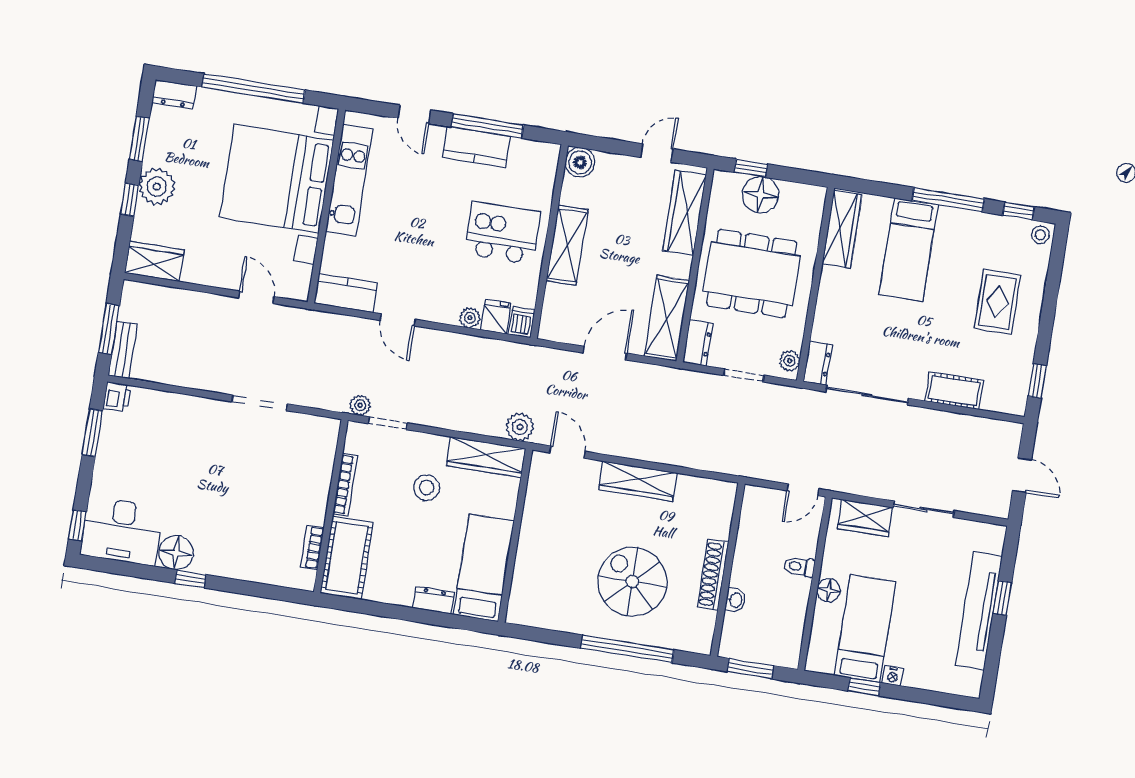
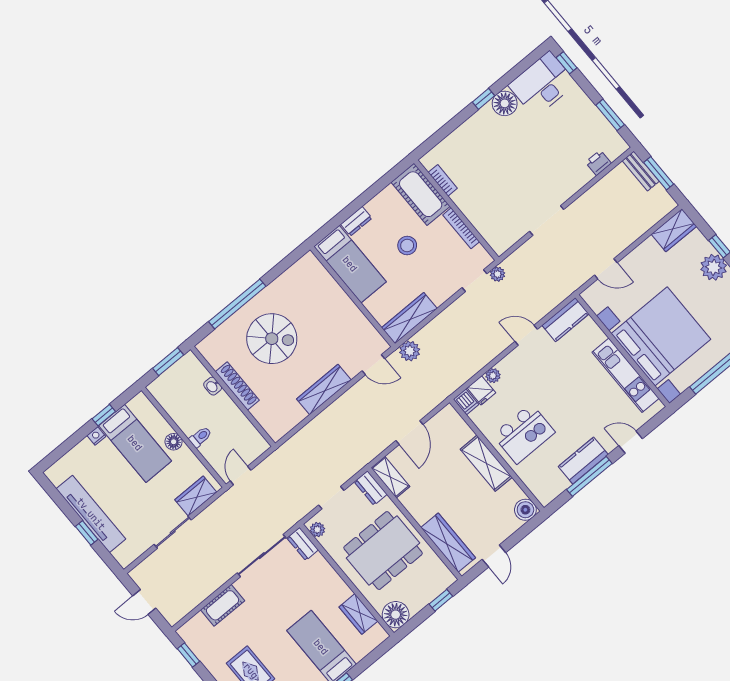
floor lamp: (761, 195) -> (396, 615), moved
wardrobe: (842, 229) -> (358, 614), width x0.67
shelving: (667, 318) -> (390, 477), width x0.67, depth x0.75
printer: (117, 397) -> (598, 163), moved, turned 90
stool: (427, 488) -> (407, 245), moved

